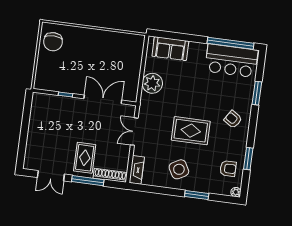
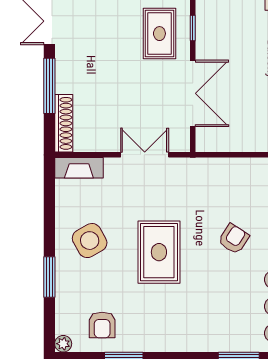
plant: (152, 83) -> (232, 175), removed
armchair: (233, 119) -> (234, 239), moved
rug: (85, 158) -> (159, 34), moved, turned 90

